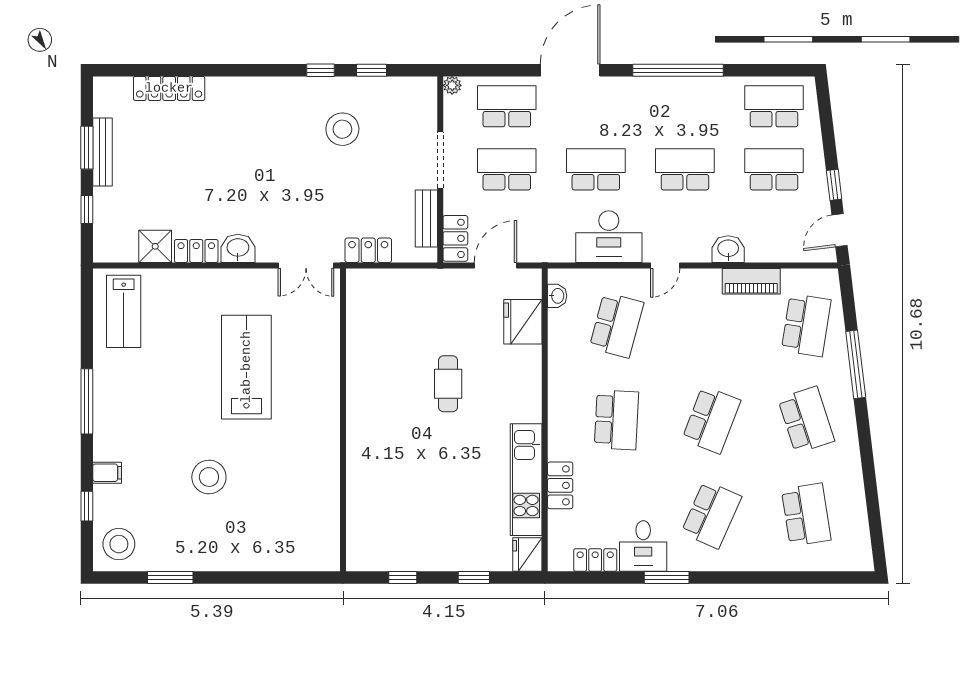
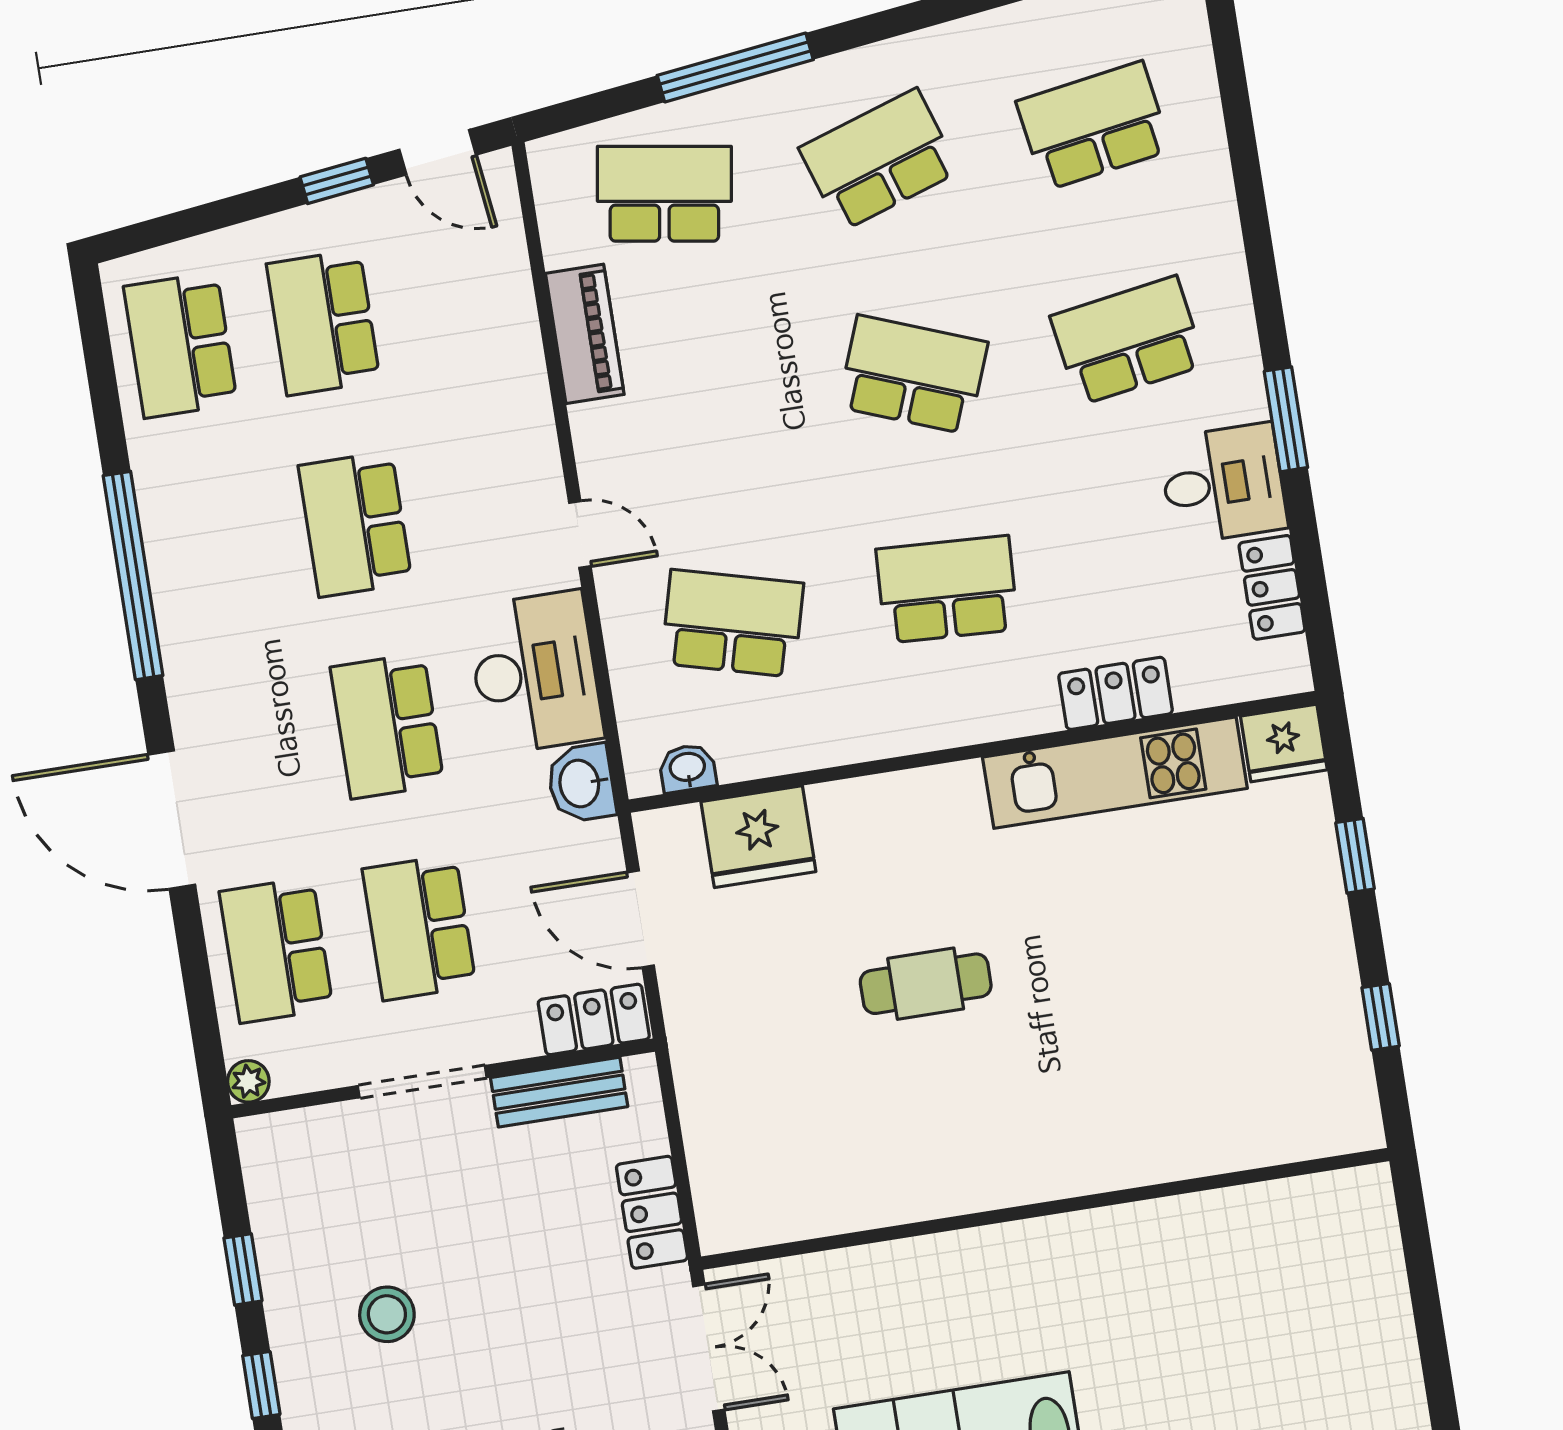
stool: (342, 129) -> (387, 1314), width x0.73, depth x0.73
washbasin: (728, 249) -> (581, 783), moved
school desk: (711, 515) -> (1128, 341), turned -33

